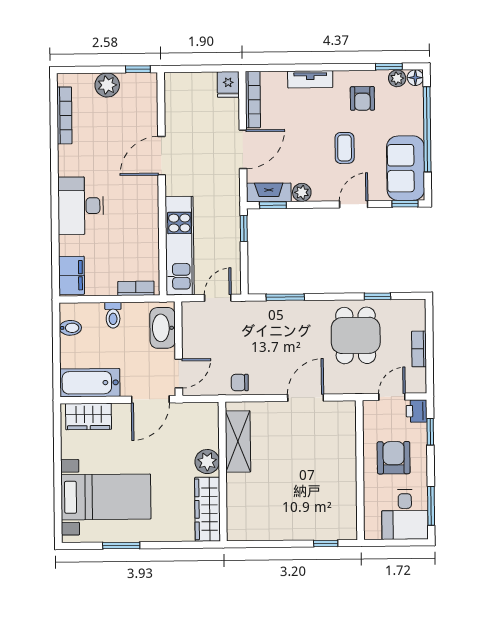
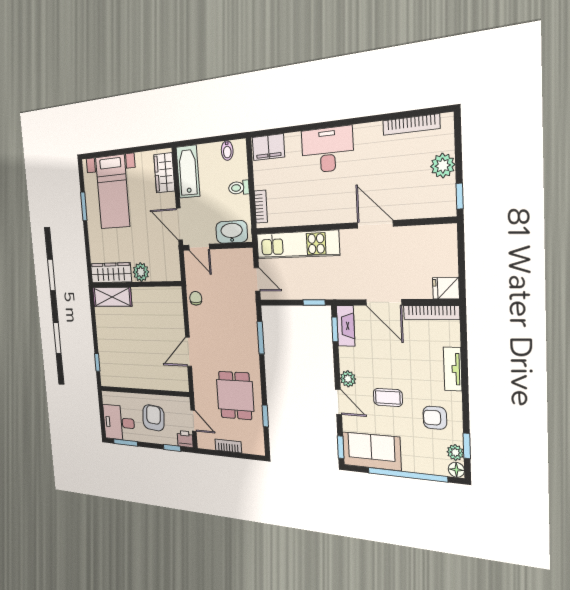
plant: (302, 192) -> (348, 379), moved
dining table: (356, 335) -> (235, 395), turned 90
door: (306, 398) -> (189, 352), swing flipped
shelving: (238, 441) -> (112, 297), moved
armchair: (394, 458) -> (153, 418), turned -85

